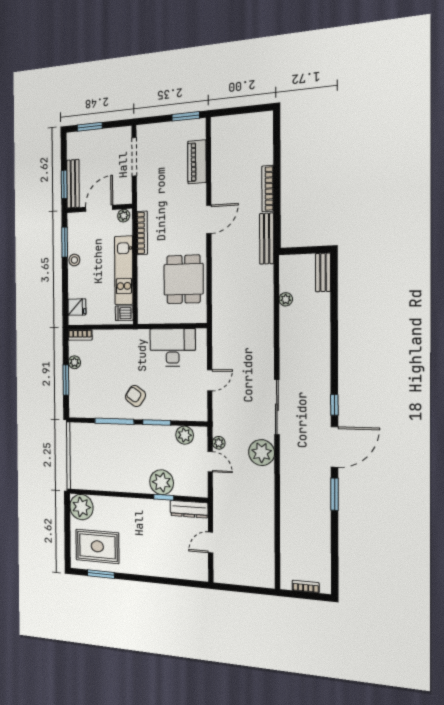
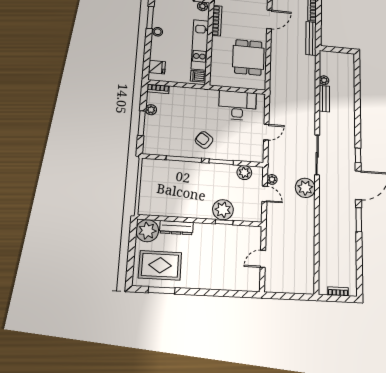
bench: (323, 272) -> (324, 99), moved
dresser: (189, 509) -> (176, 228), moved

